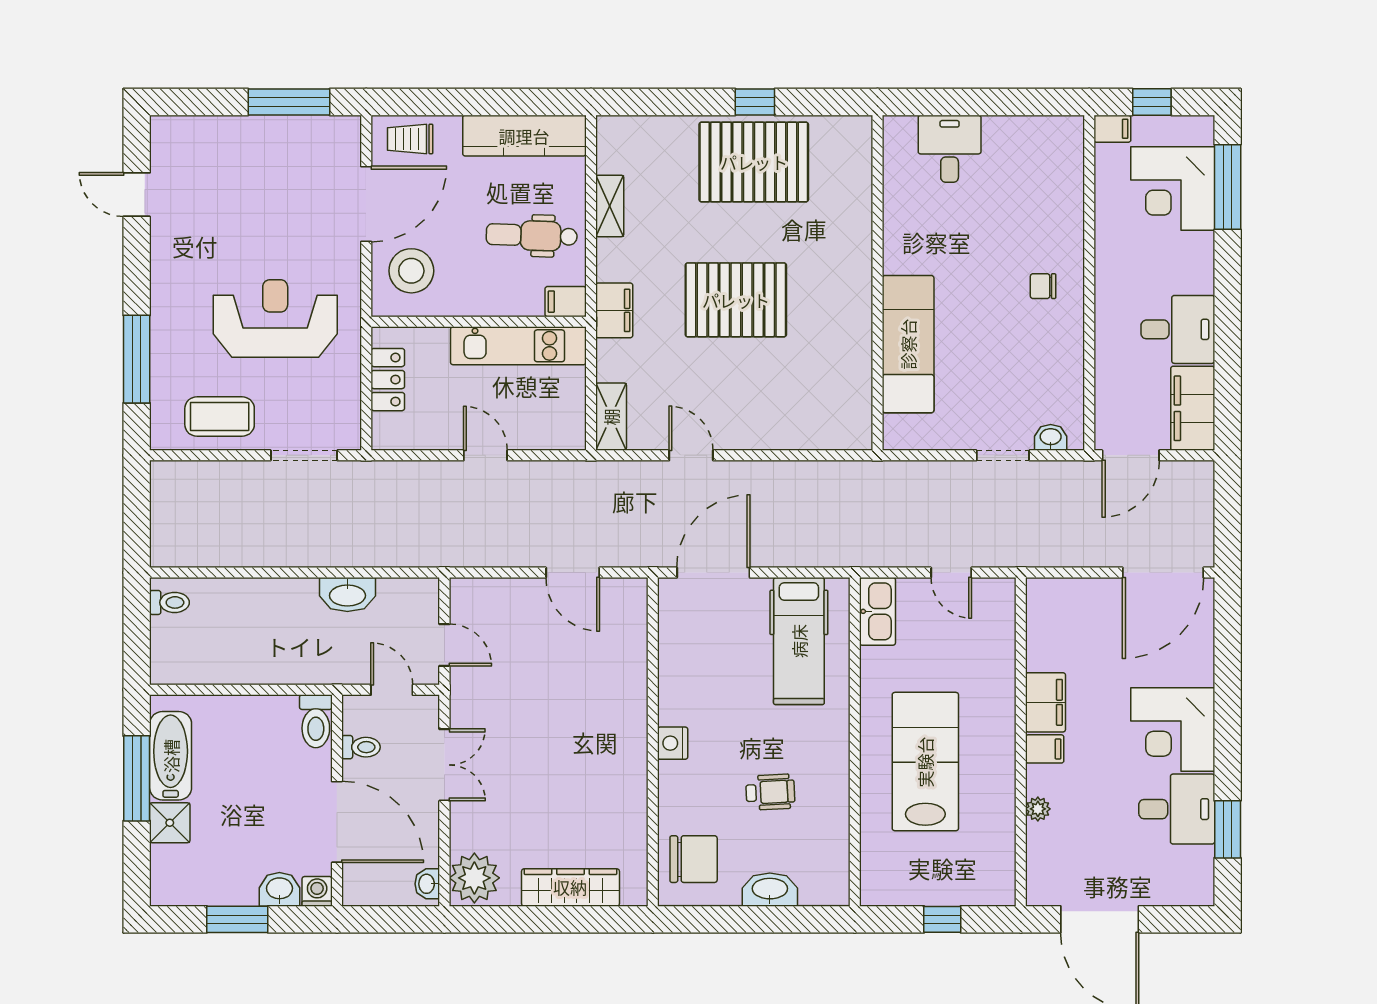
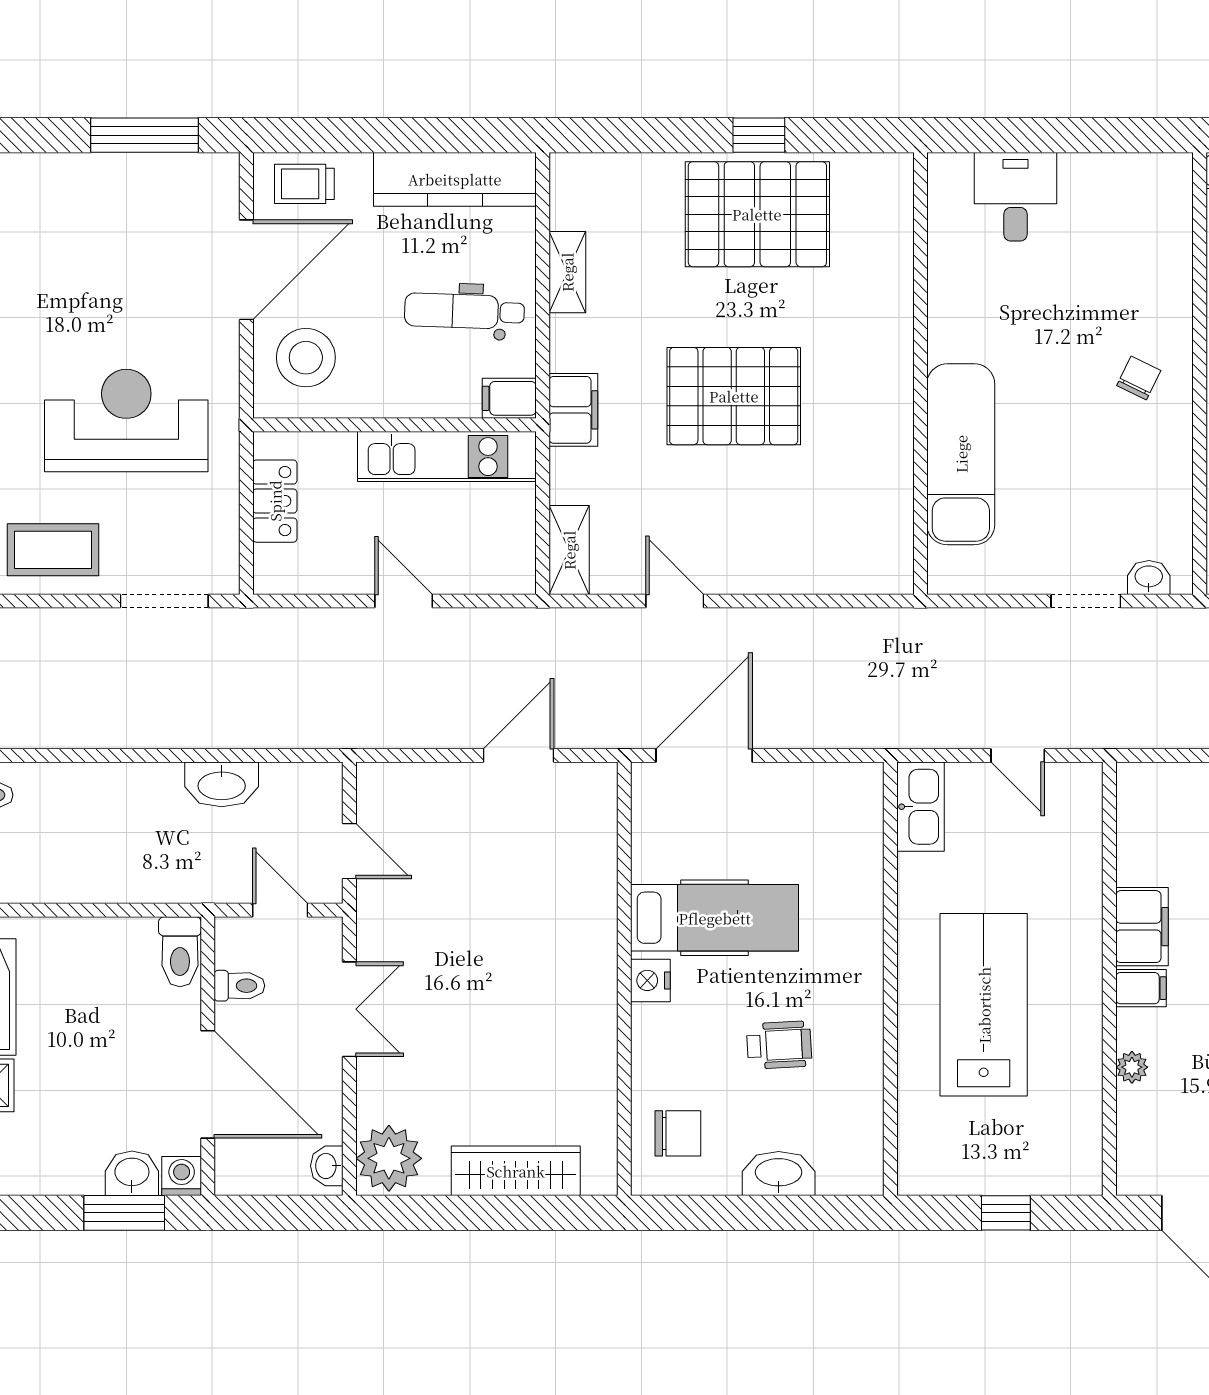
chair: (1043, 286) -> (1139, 378), turned 116
door: (573, 573) -> (519, 756), swing flipped
hospital bed: (799, 641) -> (715, 918), moved, turned -90
chair: (694, 859) -> (678, 1133), width x0.73, depth x0.73
window: (237, 919) -> (124, 1213), moved

